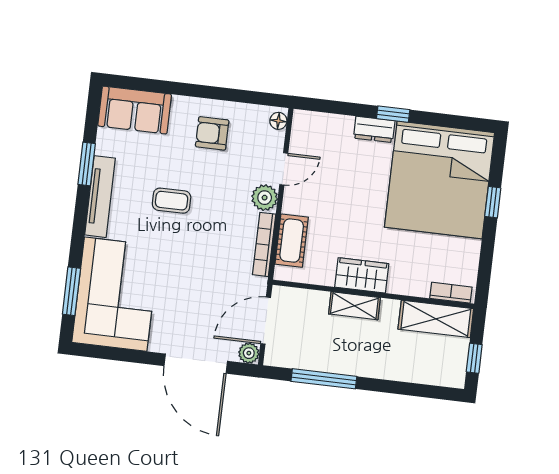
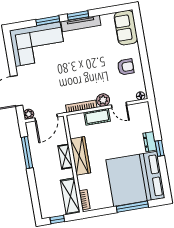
armchair: (212, 133) -> (126, 67), turned 90
window: (87, 164) -> (78, 15), moved
coffee table: (172, 201) -> (89, 57), removed
window: (493, 202) -> (132, 207), width x2.17
cot: (292, 241) -> (97, 117), moved
wardrobe: (362, 275) -> (80, 156), width x1.50
window: (71, 291) -> (48, 21), moved
door: (266, 321) -> (46, 117), swing flipped

